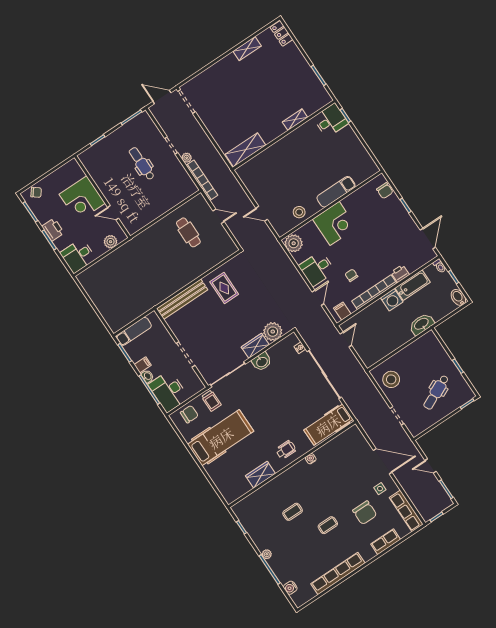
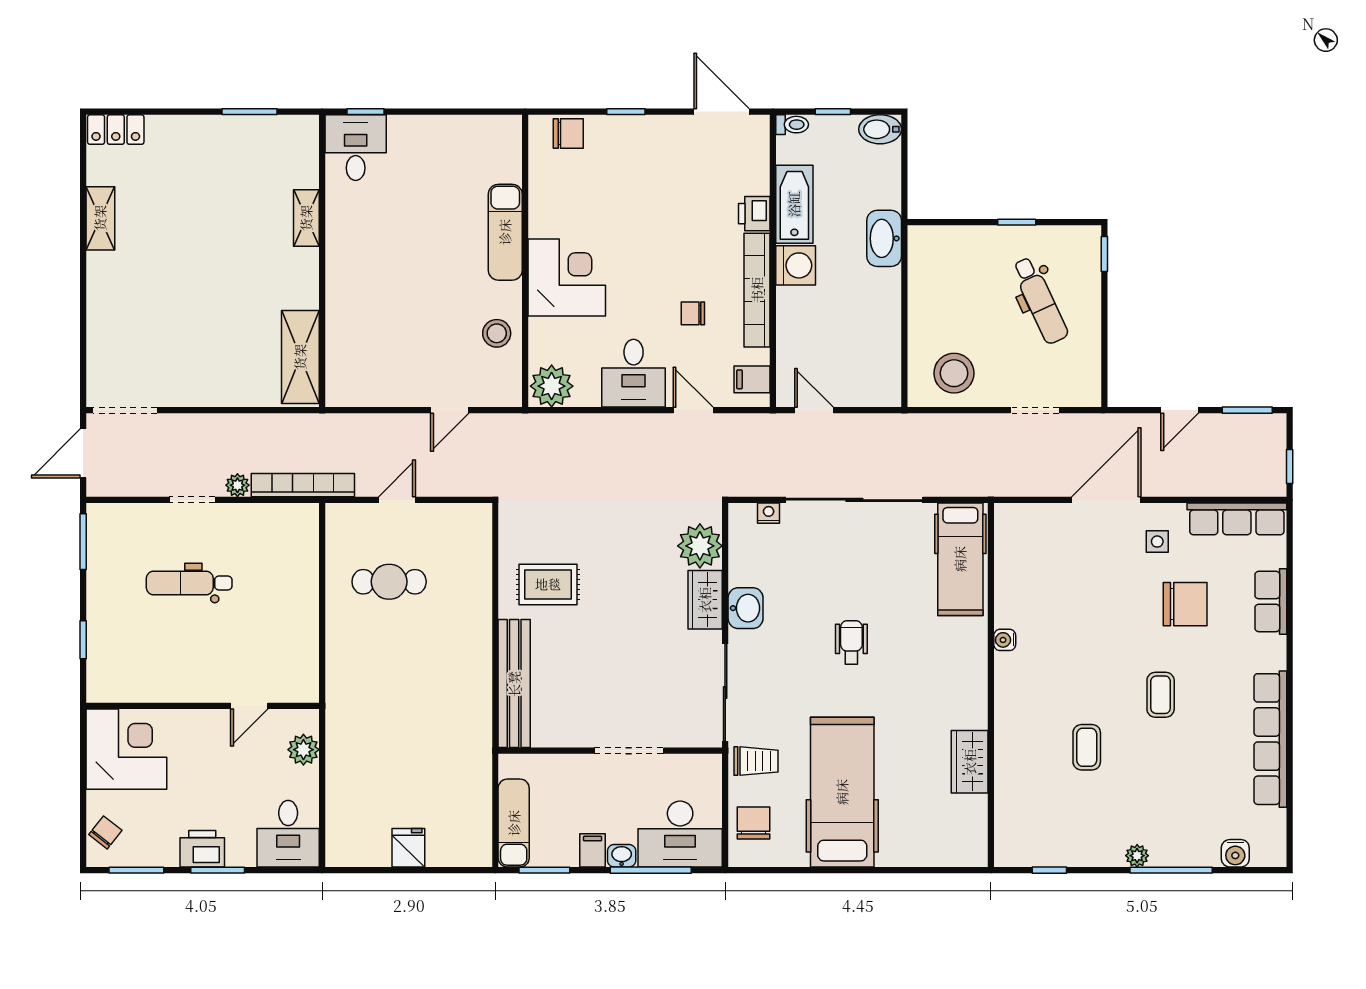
corner desk: (82, 199) -> (126, 749), moved, turned -90
fridge: (101, 301) -> (408, 848), added
wheelchair: (286, 450) -> (851, 642), moved

